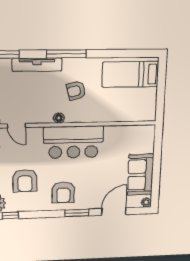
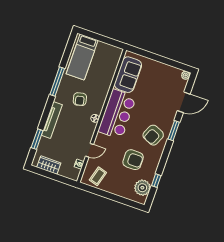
window: (66, 54) -> (57, 81), moved
sofa: (140, 175) -> (128, 75), moved, turned -90
armchair: (63, 193) -> (153, 135), turned 114
door: (114, 212) -> (184, 102), swing flipped

